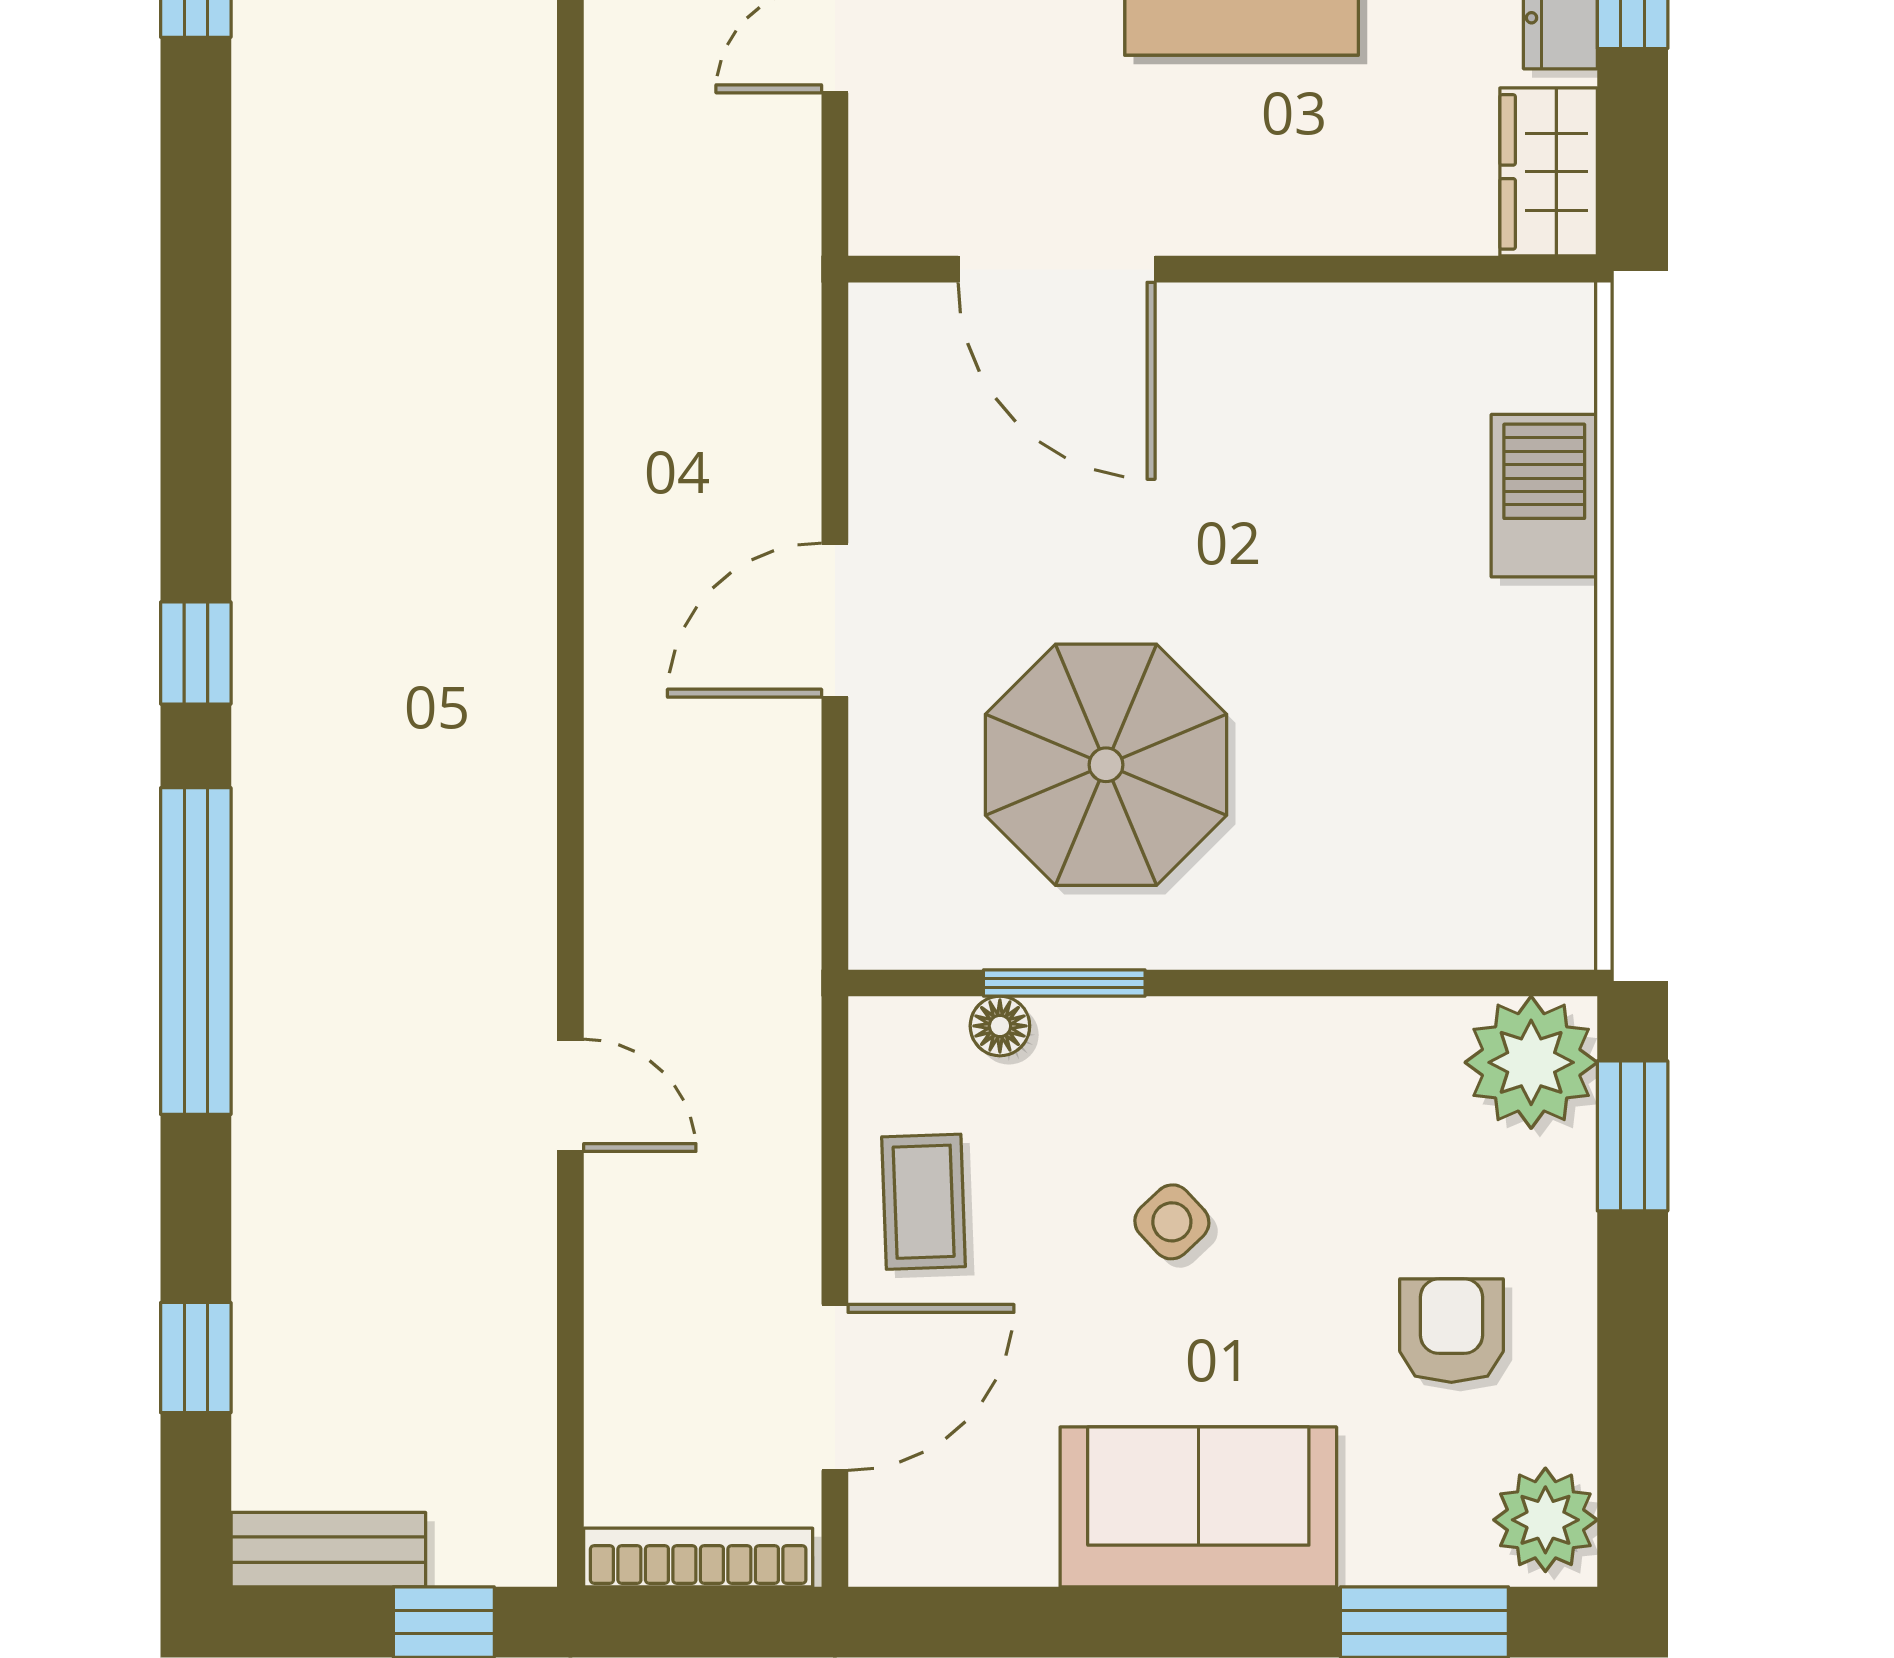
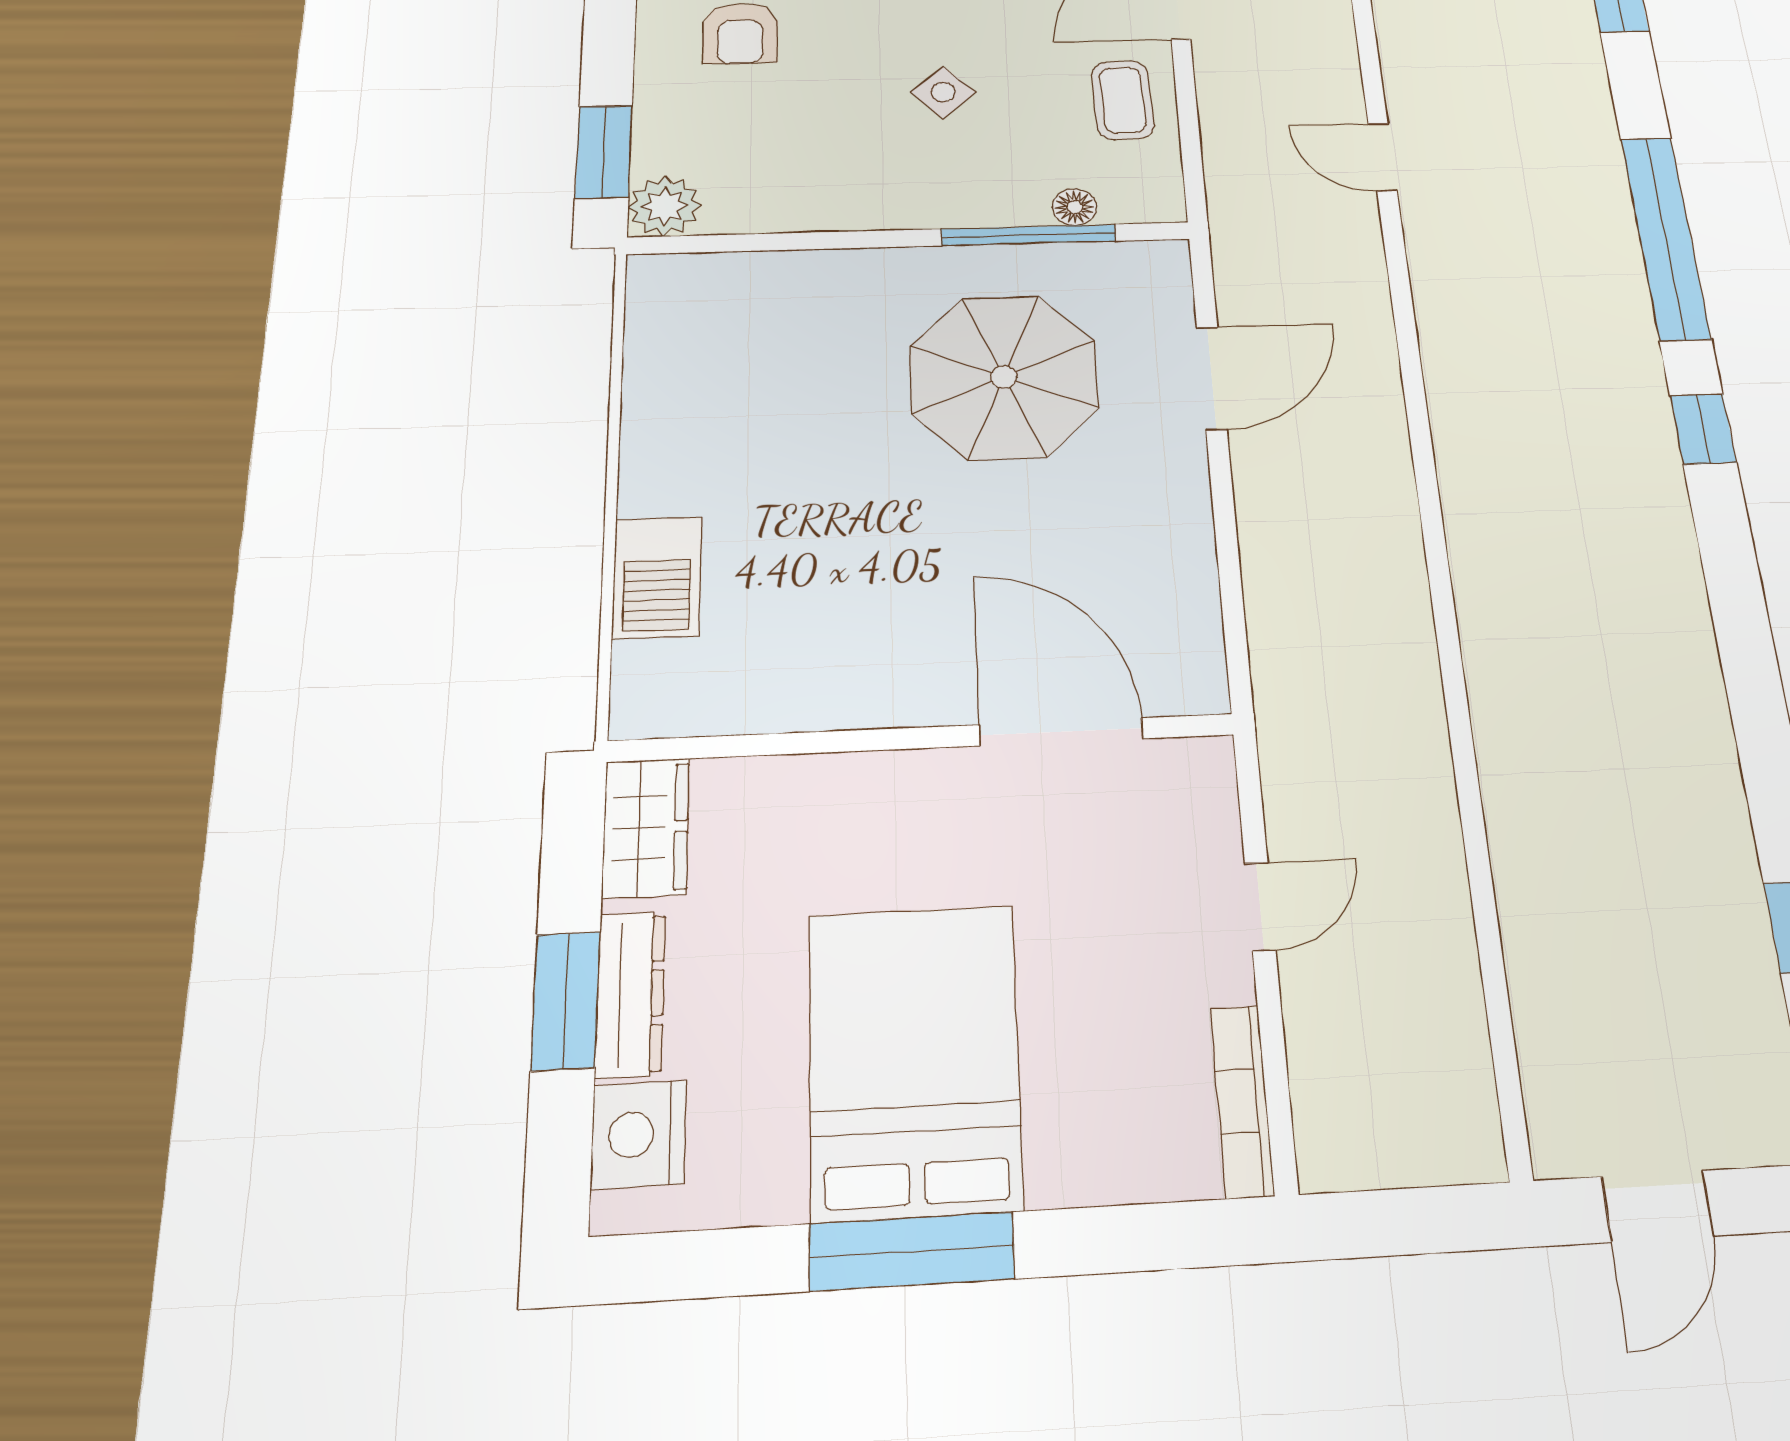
door: (835, 620) -> (1212, 378), moved
window: (1064, 983) -> (1028, 235), width x1.44
plant: (1531, 1062) -> (665, 206), width x0.73, depth x0.73

